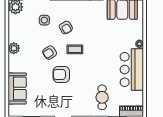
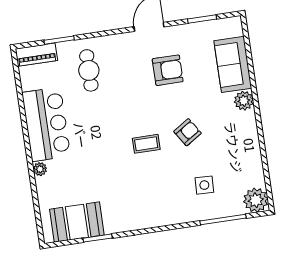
armchair: (66, 28) -> (167, 178), removed
plant: (14, 48) -> (244, 101), moved
armchair: (61, 74) -> (168, 70), moved

